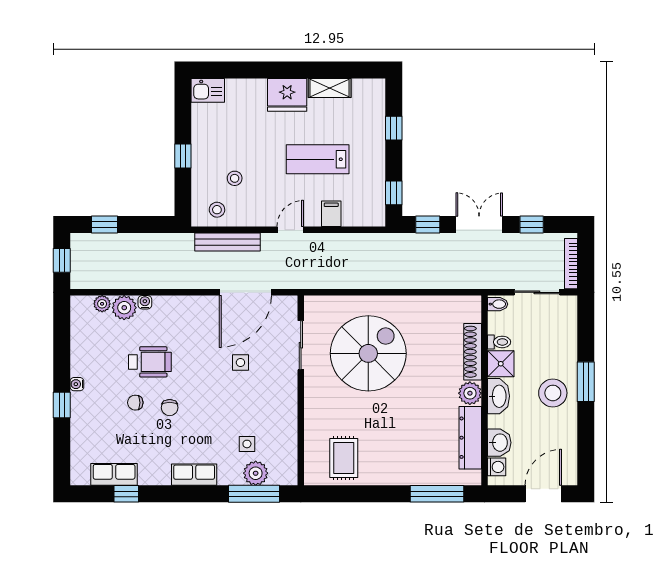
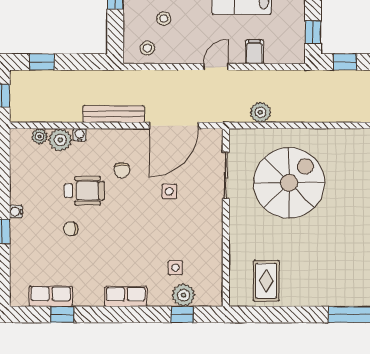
bench: (227, 242) -> (114, 114), moved
plant: (338, 278) -> (260, 112), added
chair: (170, 408) -> (122, 170), moved
window: (254, 494) -> (182, 314), width x0.46

